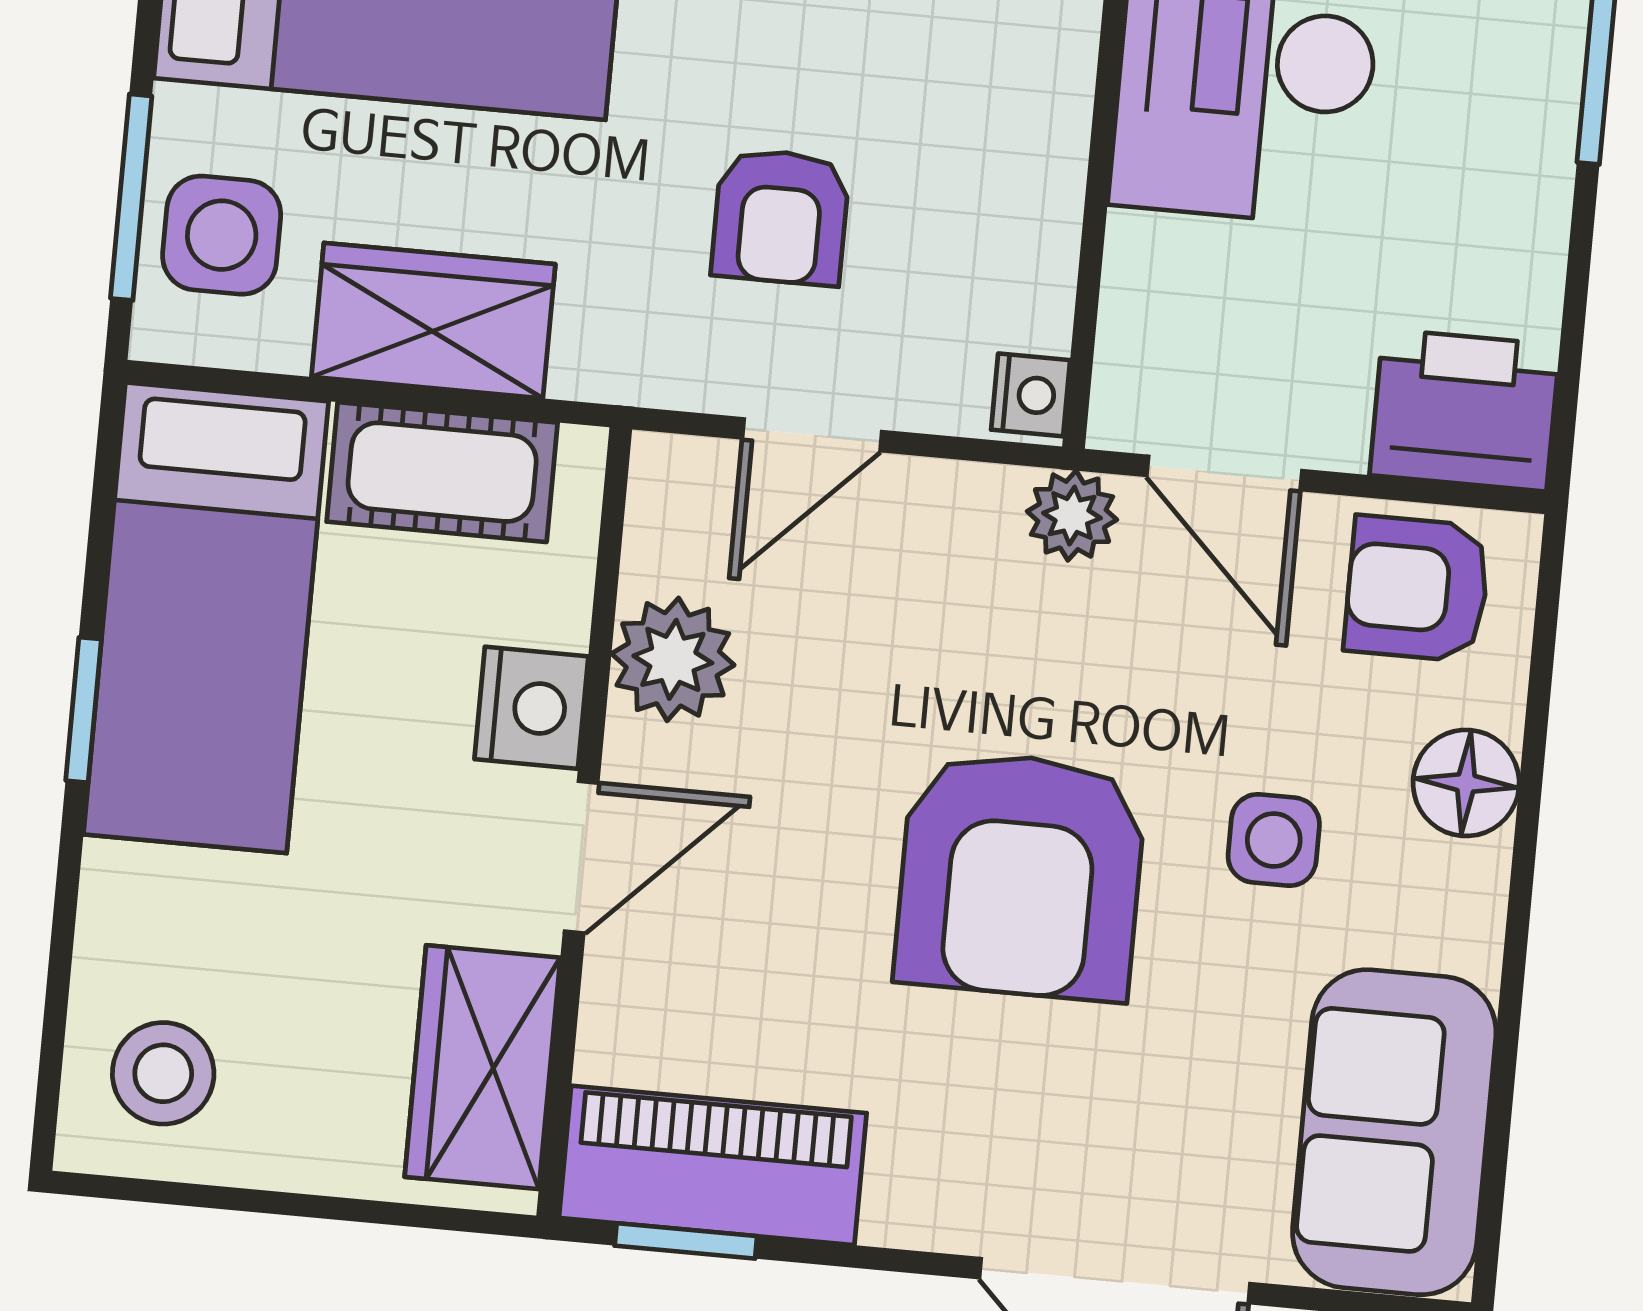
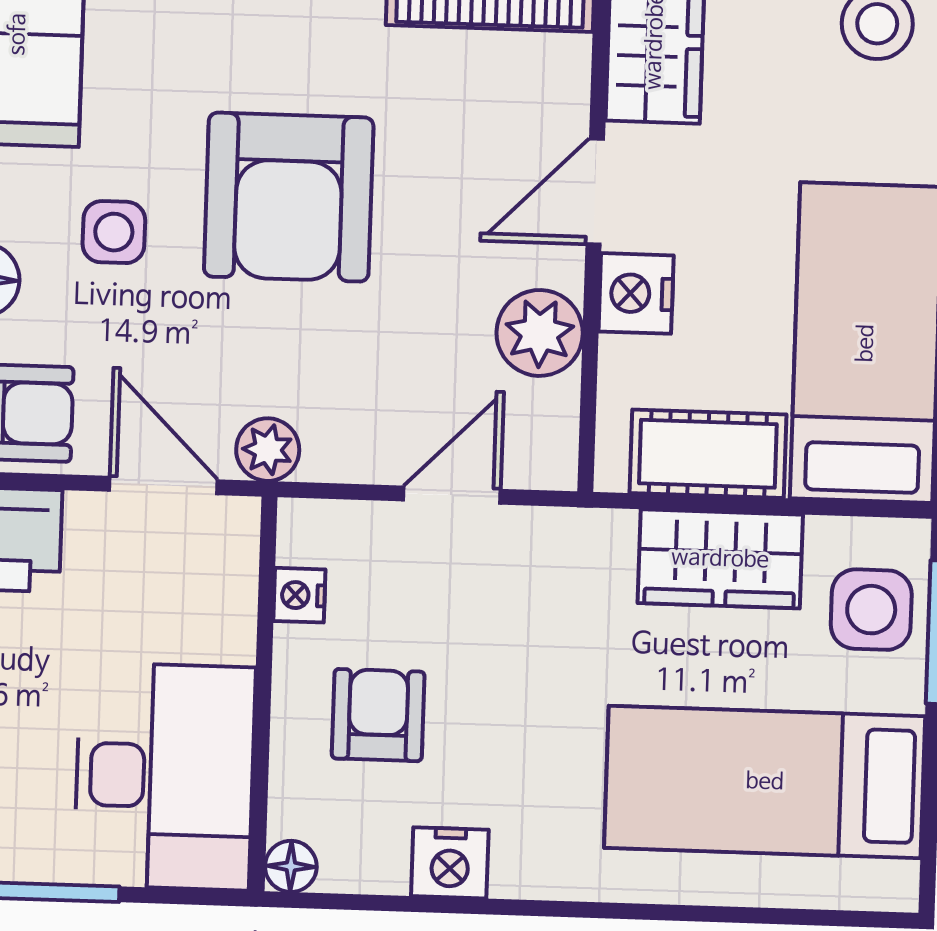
armchair: (780, 217) -> (378, 715), moved
nightstand: (1031, 395) -> (299, 595), moved
armchair: (1020, 875) -> (289, 197), turned 180

